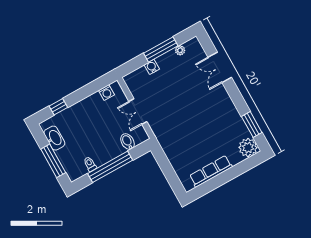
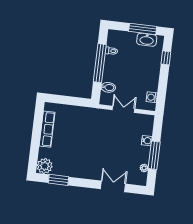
window: (53, 161) -> (143, 29), moved

